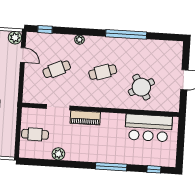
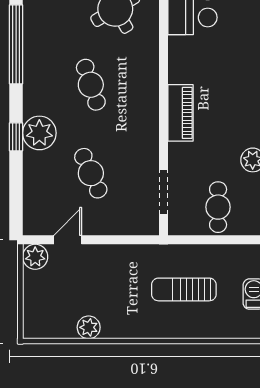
window: (45, 29) -> (16, 137), moved
plant: (80, 40) -> (39, 133), width x1.87, depth x1.87
doorway: (58, 107) -> (163, 192), moved

